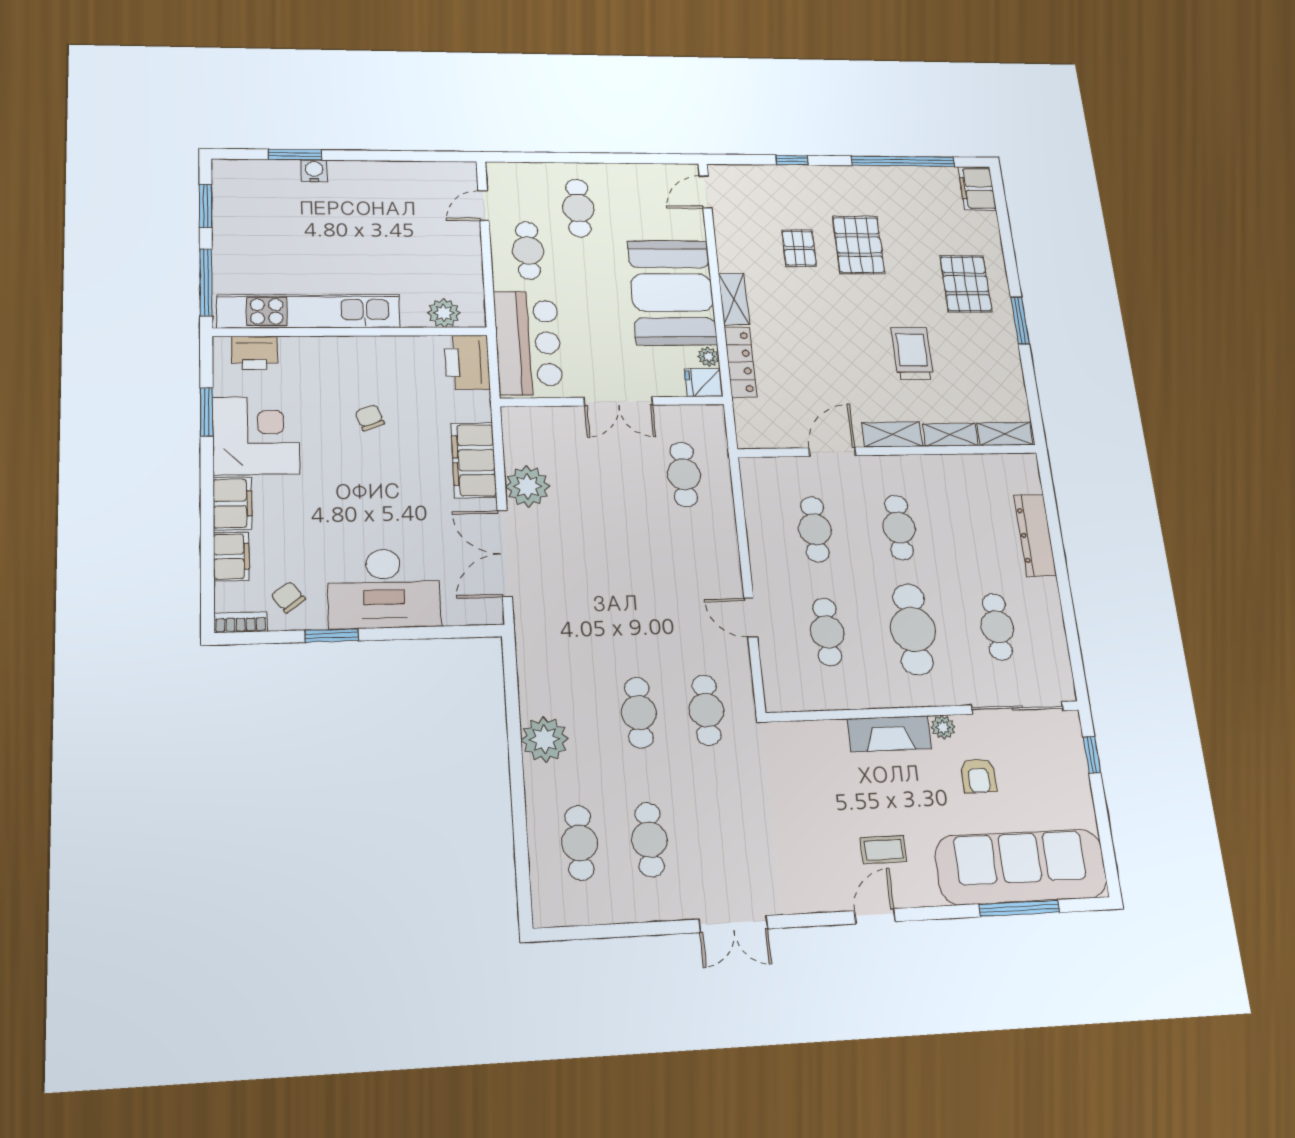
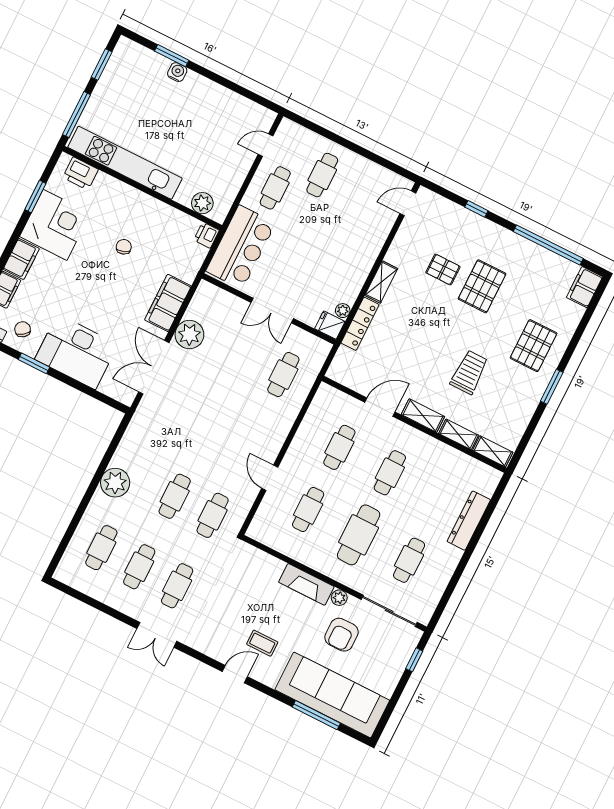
pallet: (799, 248) -> (443, 270), turned 90
booth: (672, 293) -> (346, 259), removed
printer: (467, 362) -> (206, 235), width x0.53, depth x0.68
armchair: (979, 776) -> (342, 635), width x1.38, depth x1.38
cafe table: (719, 836) -> (177, 586), added

